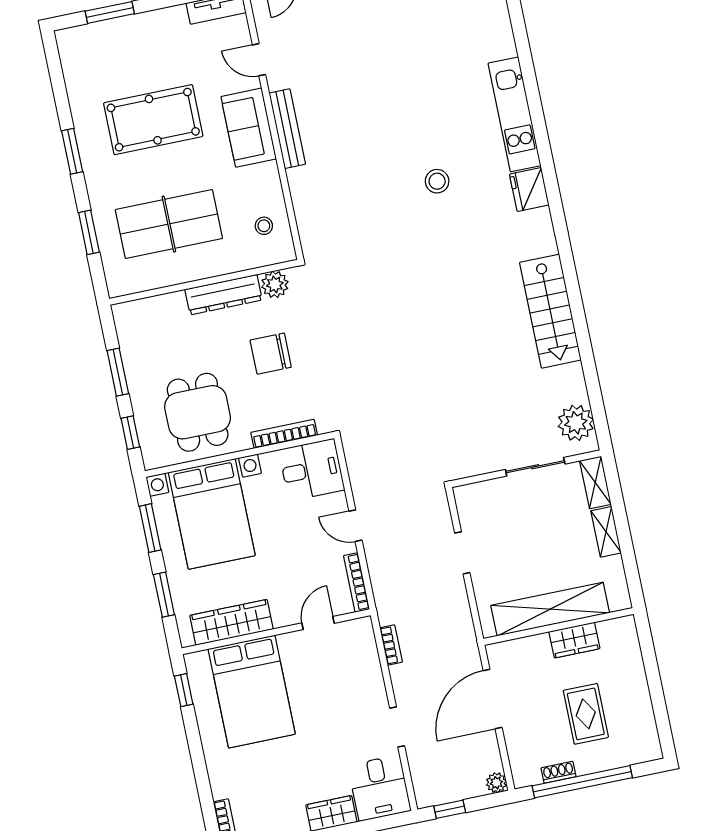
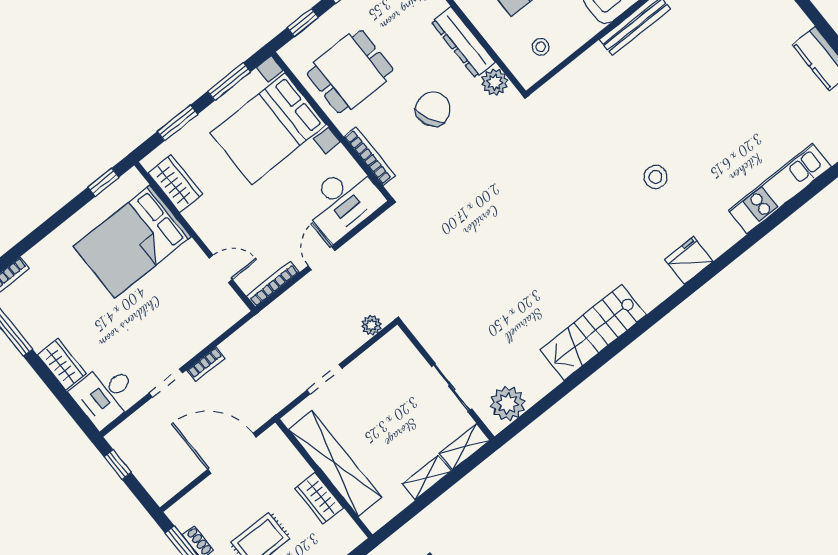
kitchen unit: (514, 114) -> (780, 189), moved
chair: (271, 354) -> (433, 109), turned 65
desk: (312, 470) -> (343, 202), width x1.37
doorway: (462, 553) -> (324, 379), moved
wardrobe: (231, 622) -> (175, 184), width x0.67
bookcase: (391, 645) -> (206, 364), moved
plant: (496, 783) -> (371, 325), moved

